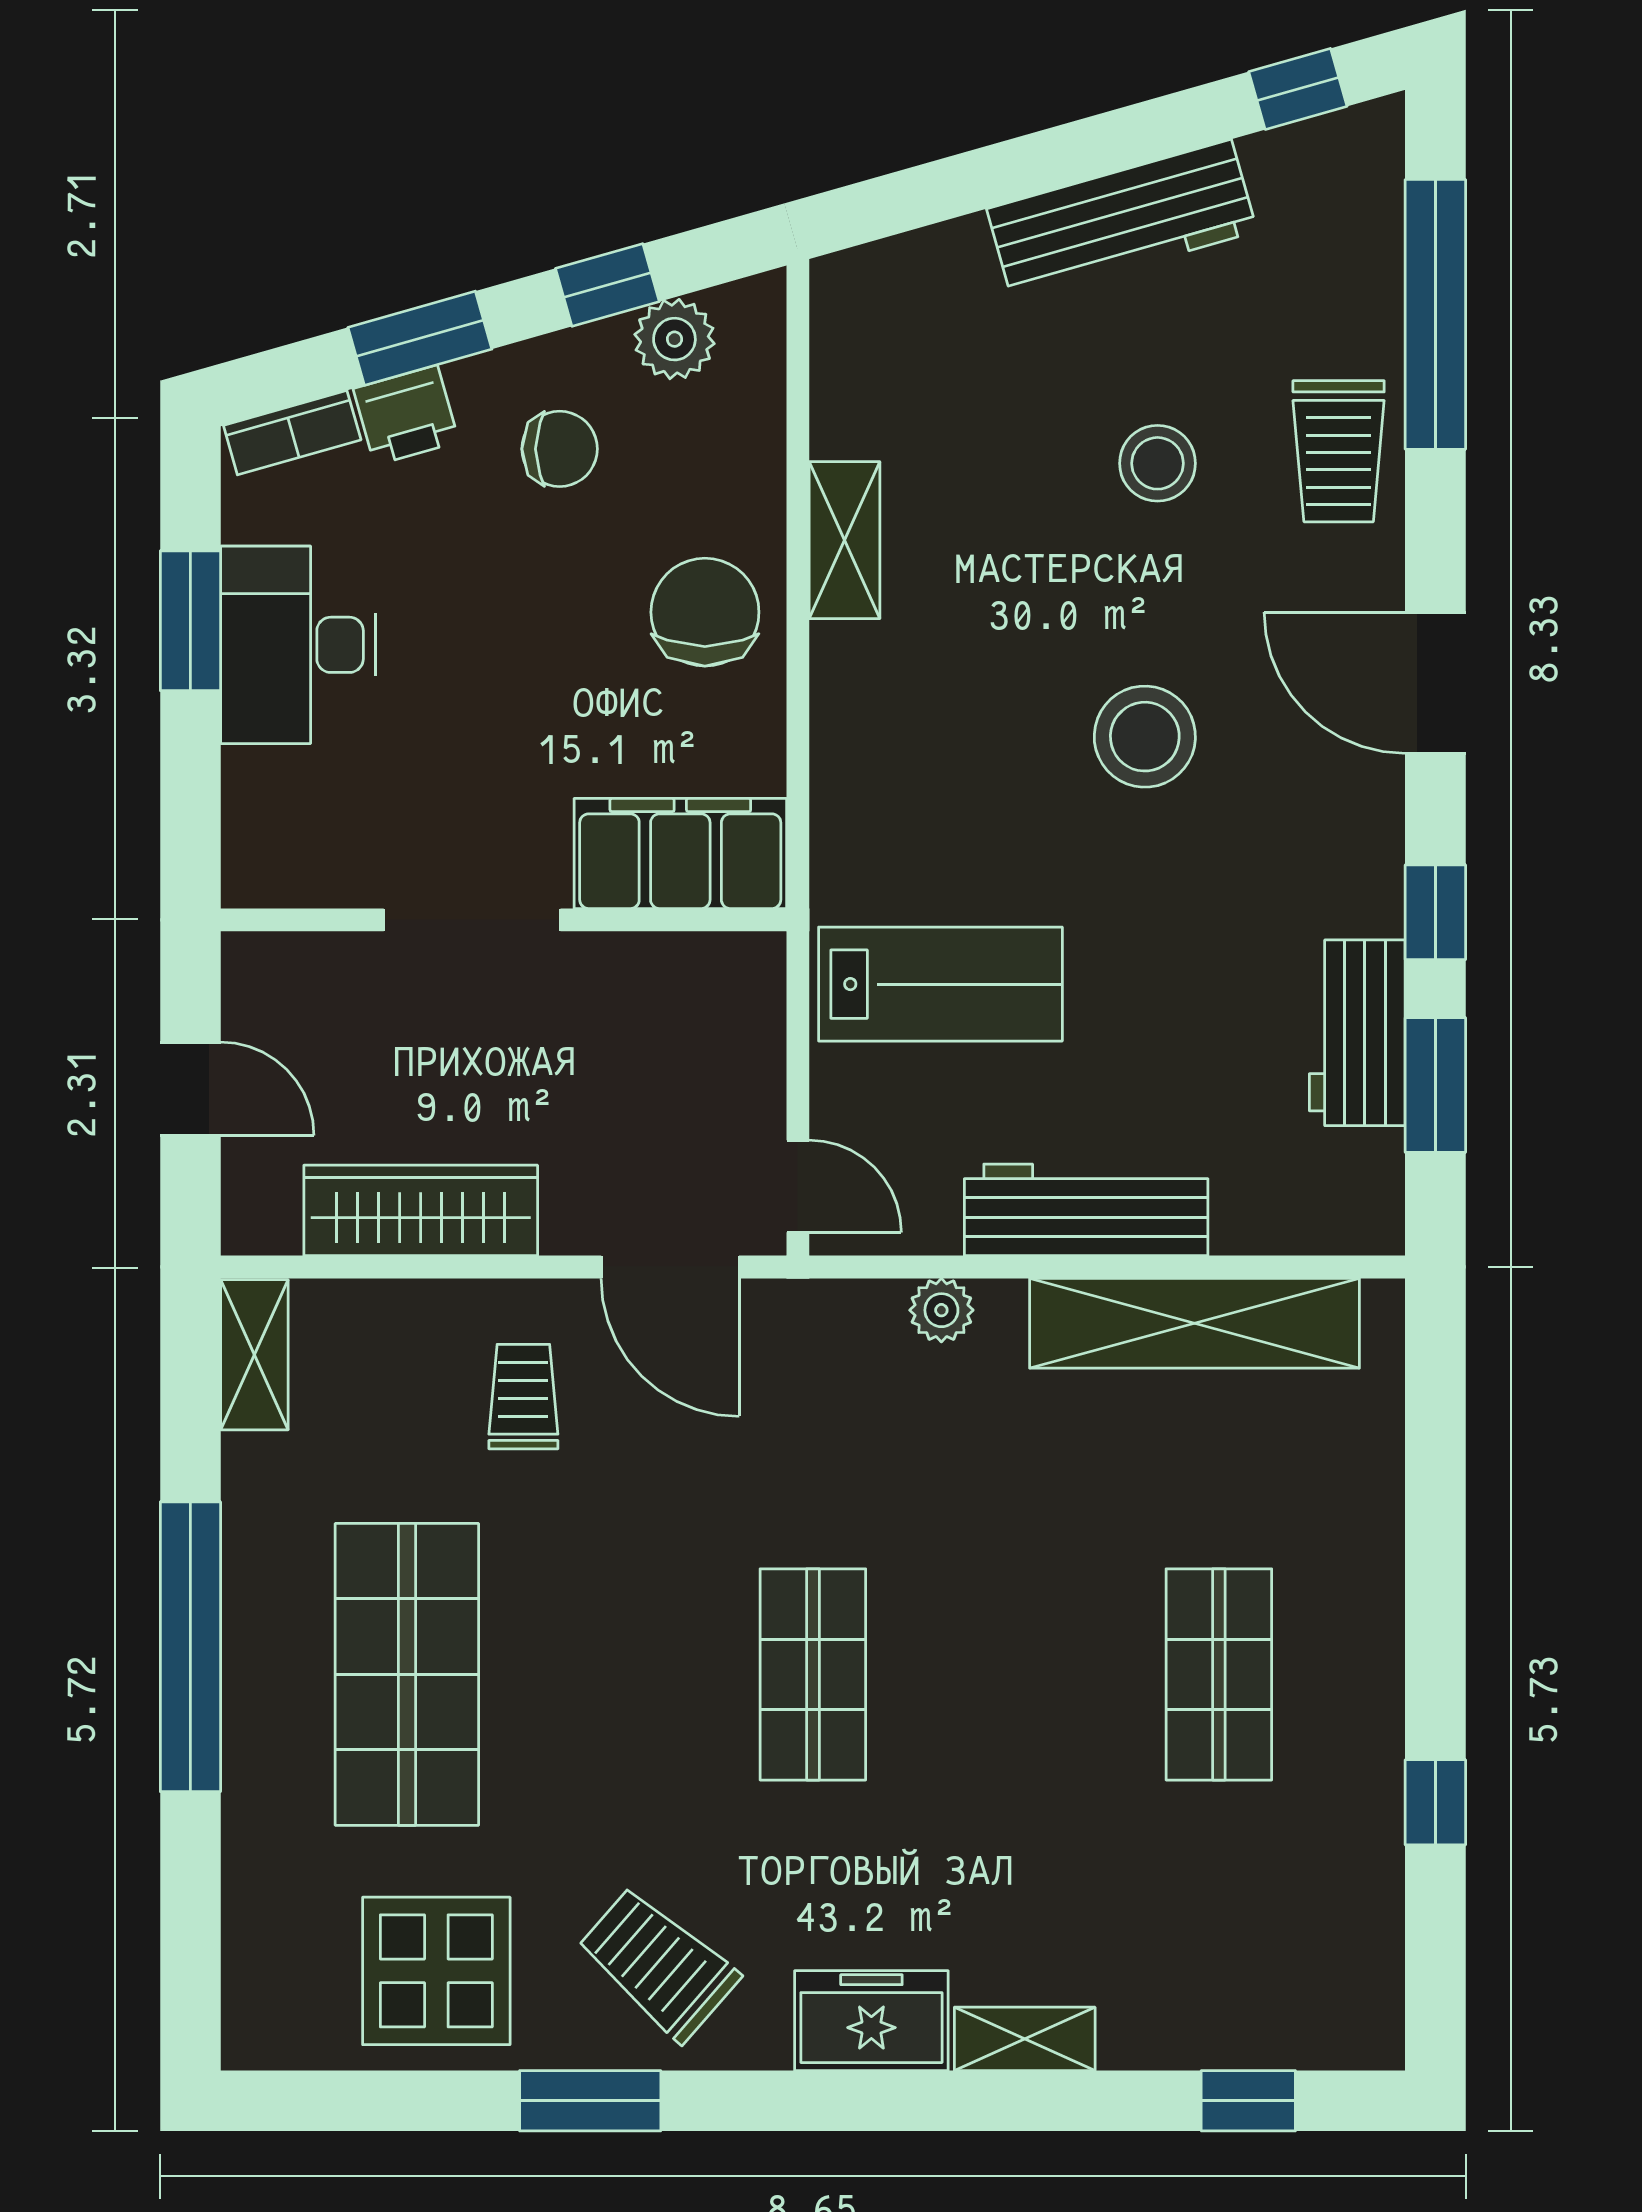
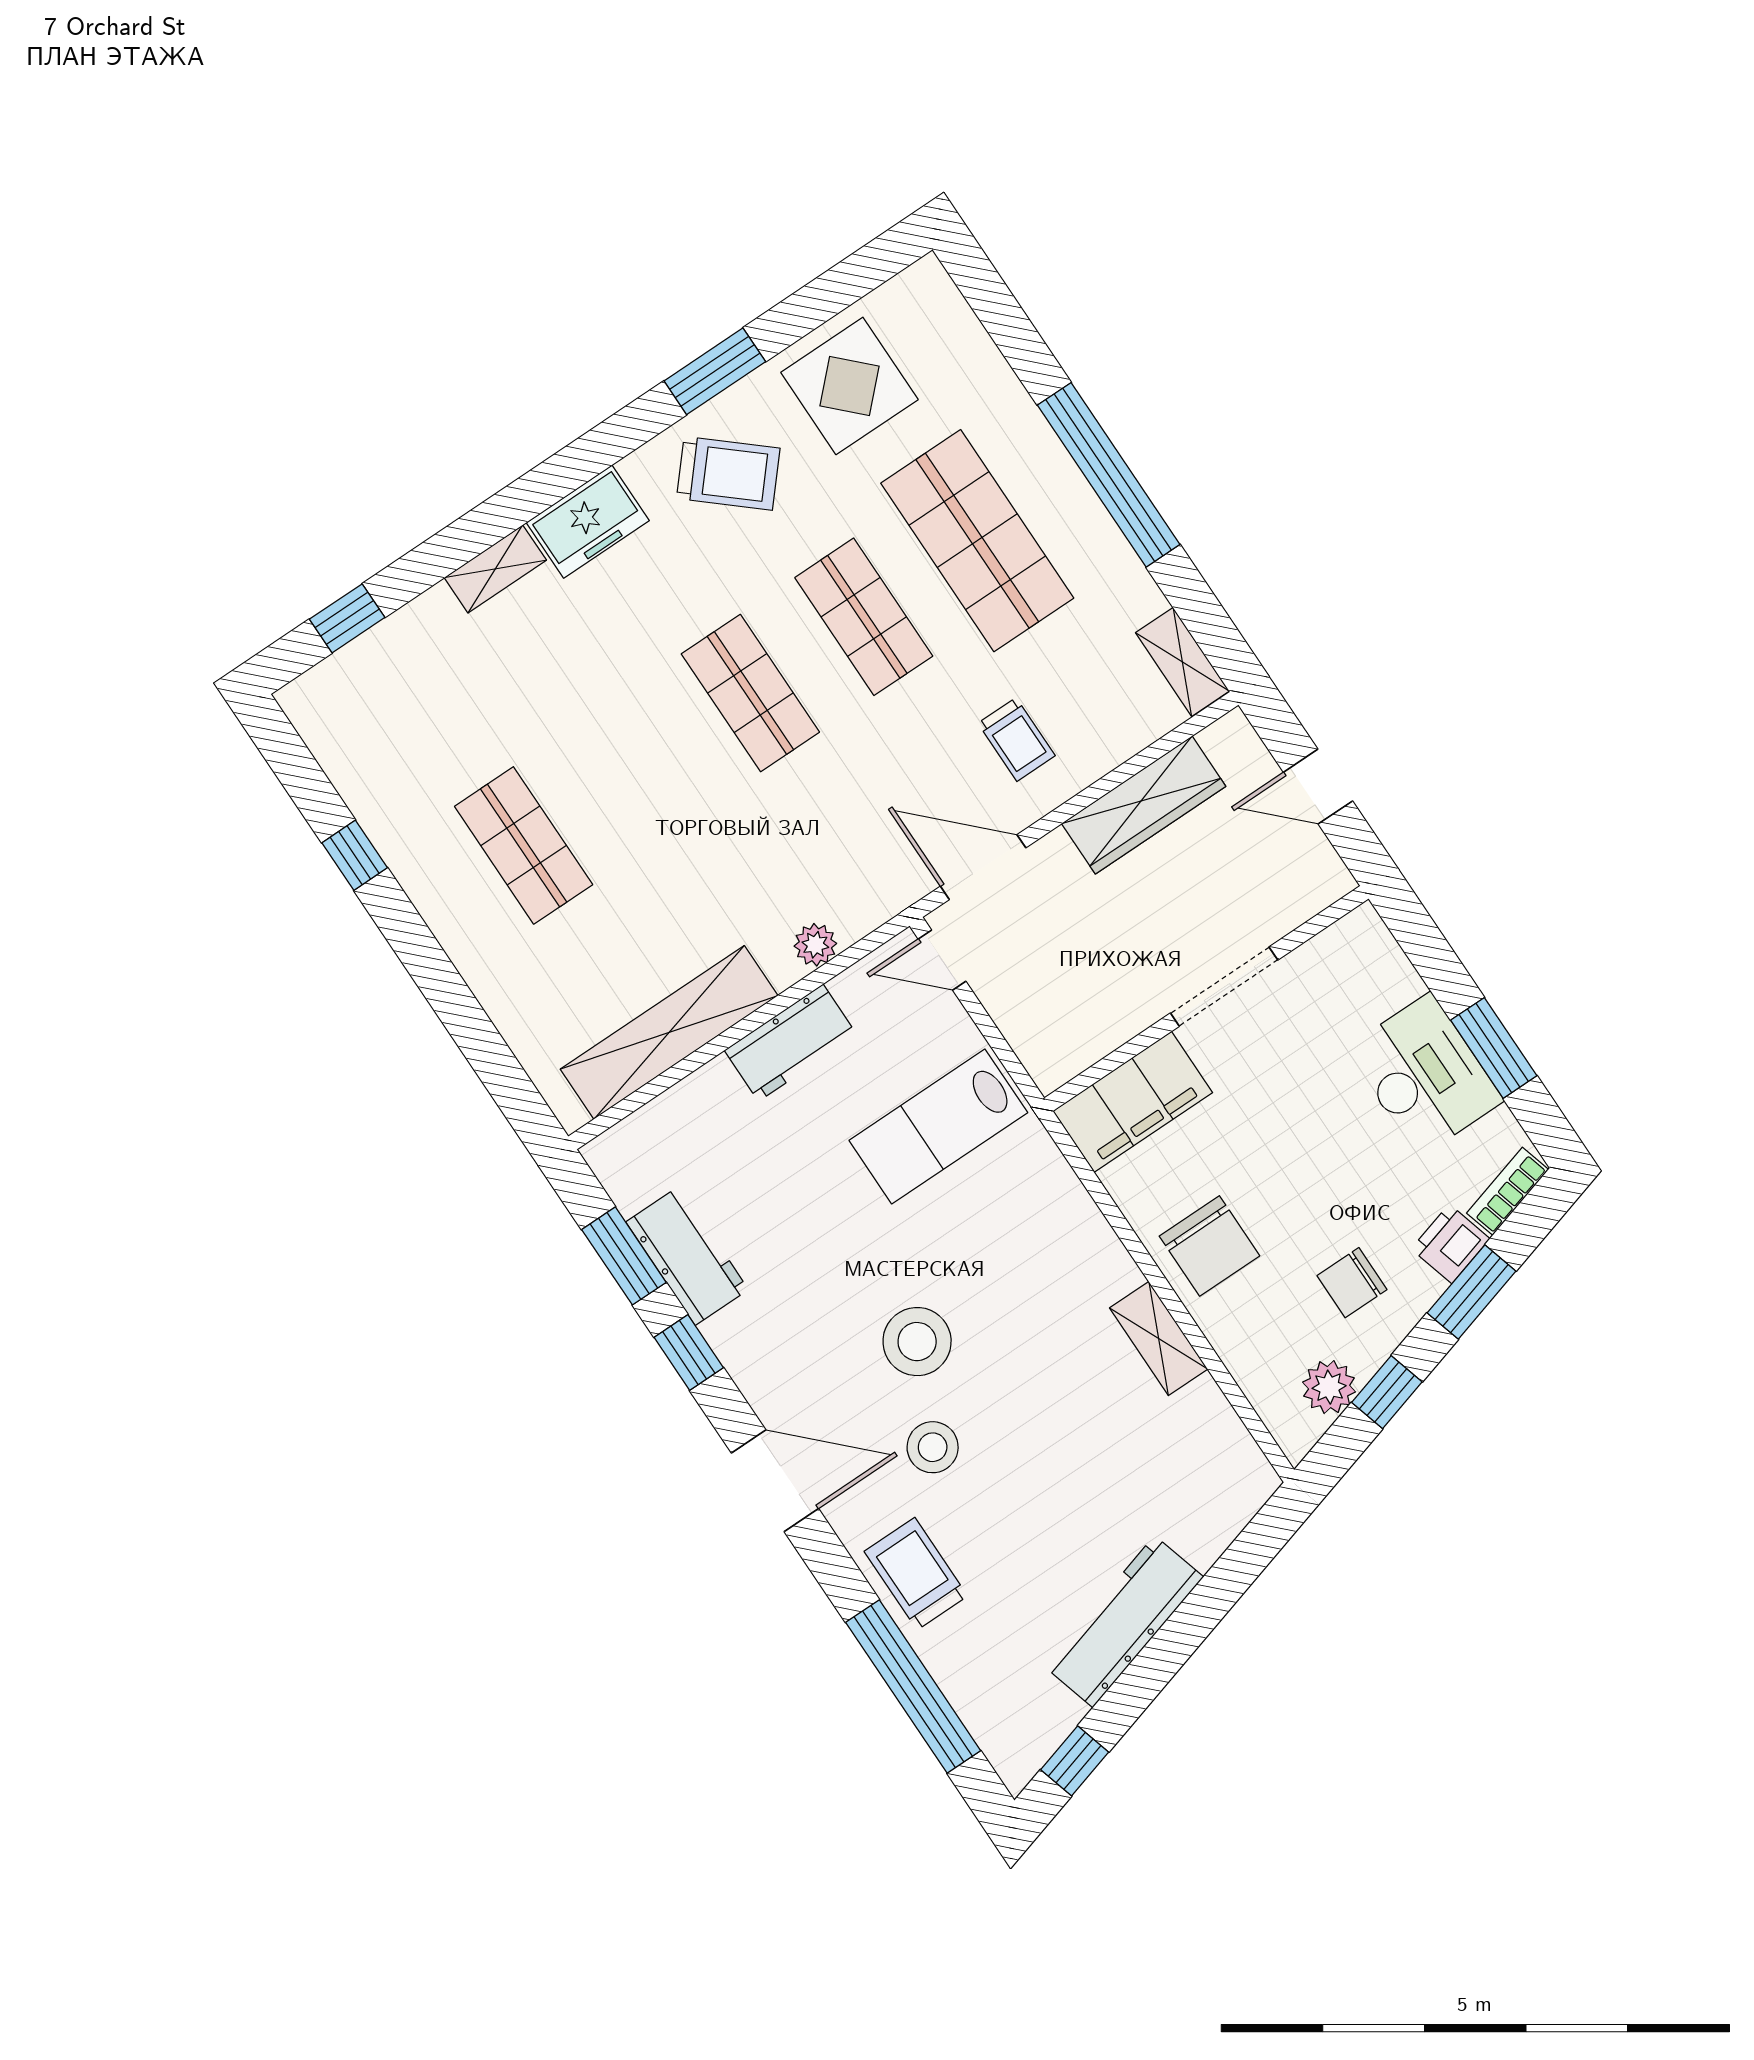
stool: (1157, 463) -> (933, 1447), moved
workbench: (1086, 1210) -> (791, 1043), width x0.73
shop shelf: (610, 1674) -> (864, 617), added

